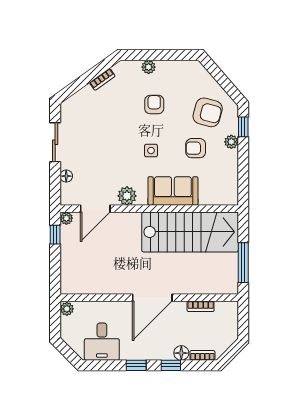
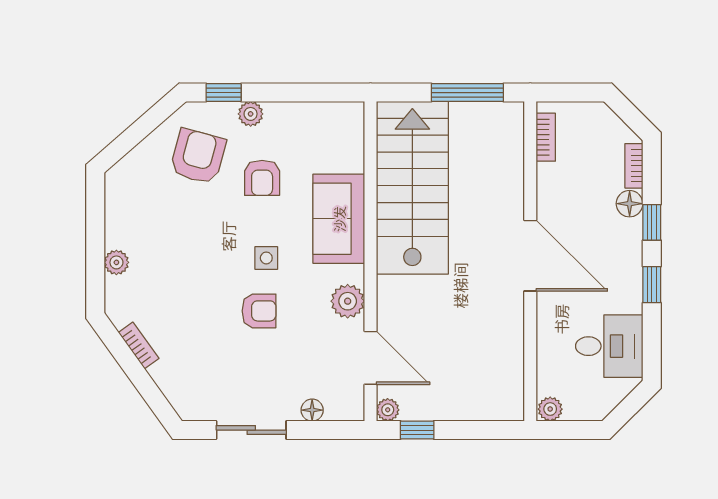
armchair: (154, 105) -> (259, 311), moved, turned 180
bookcase: (201, 306) -> (546, 137), moved

